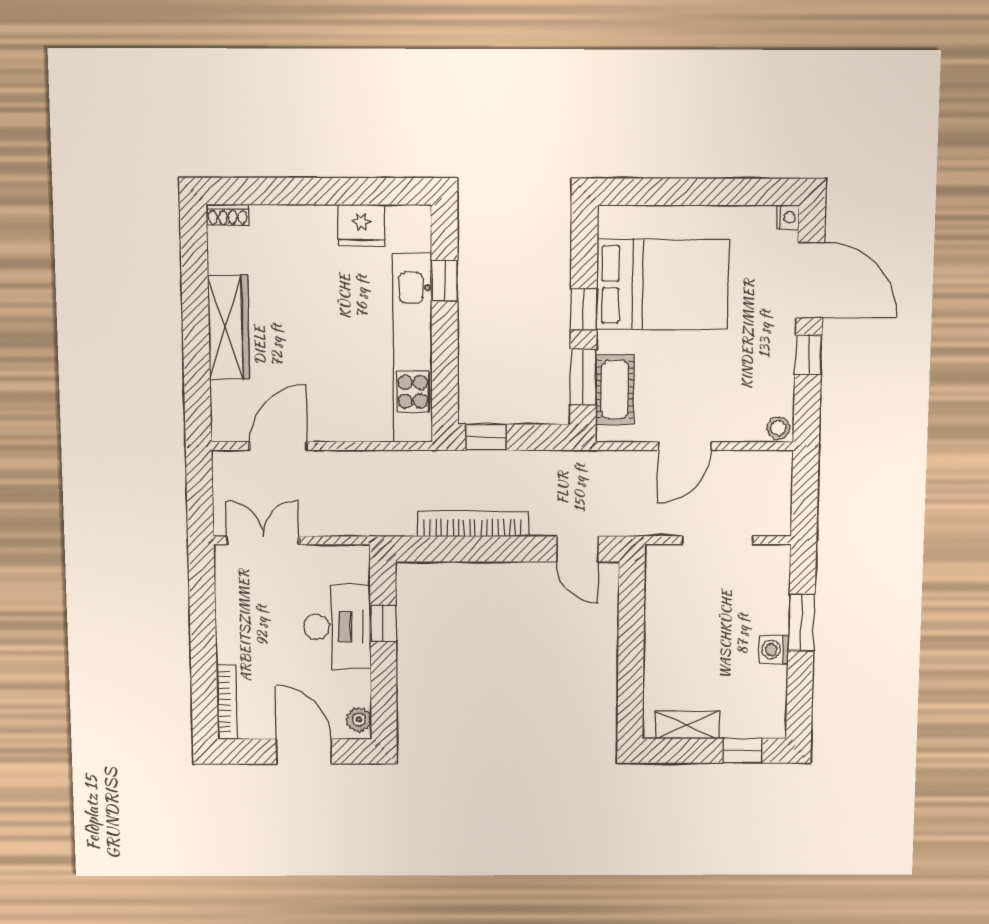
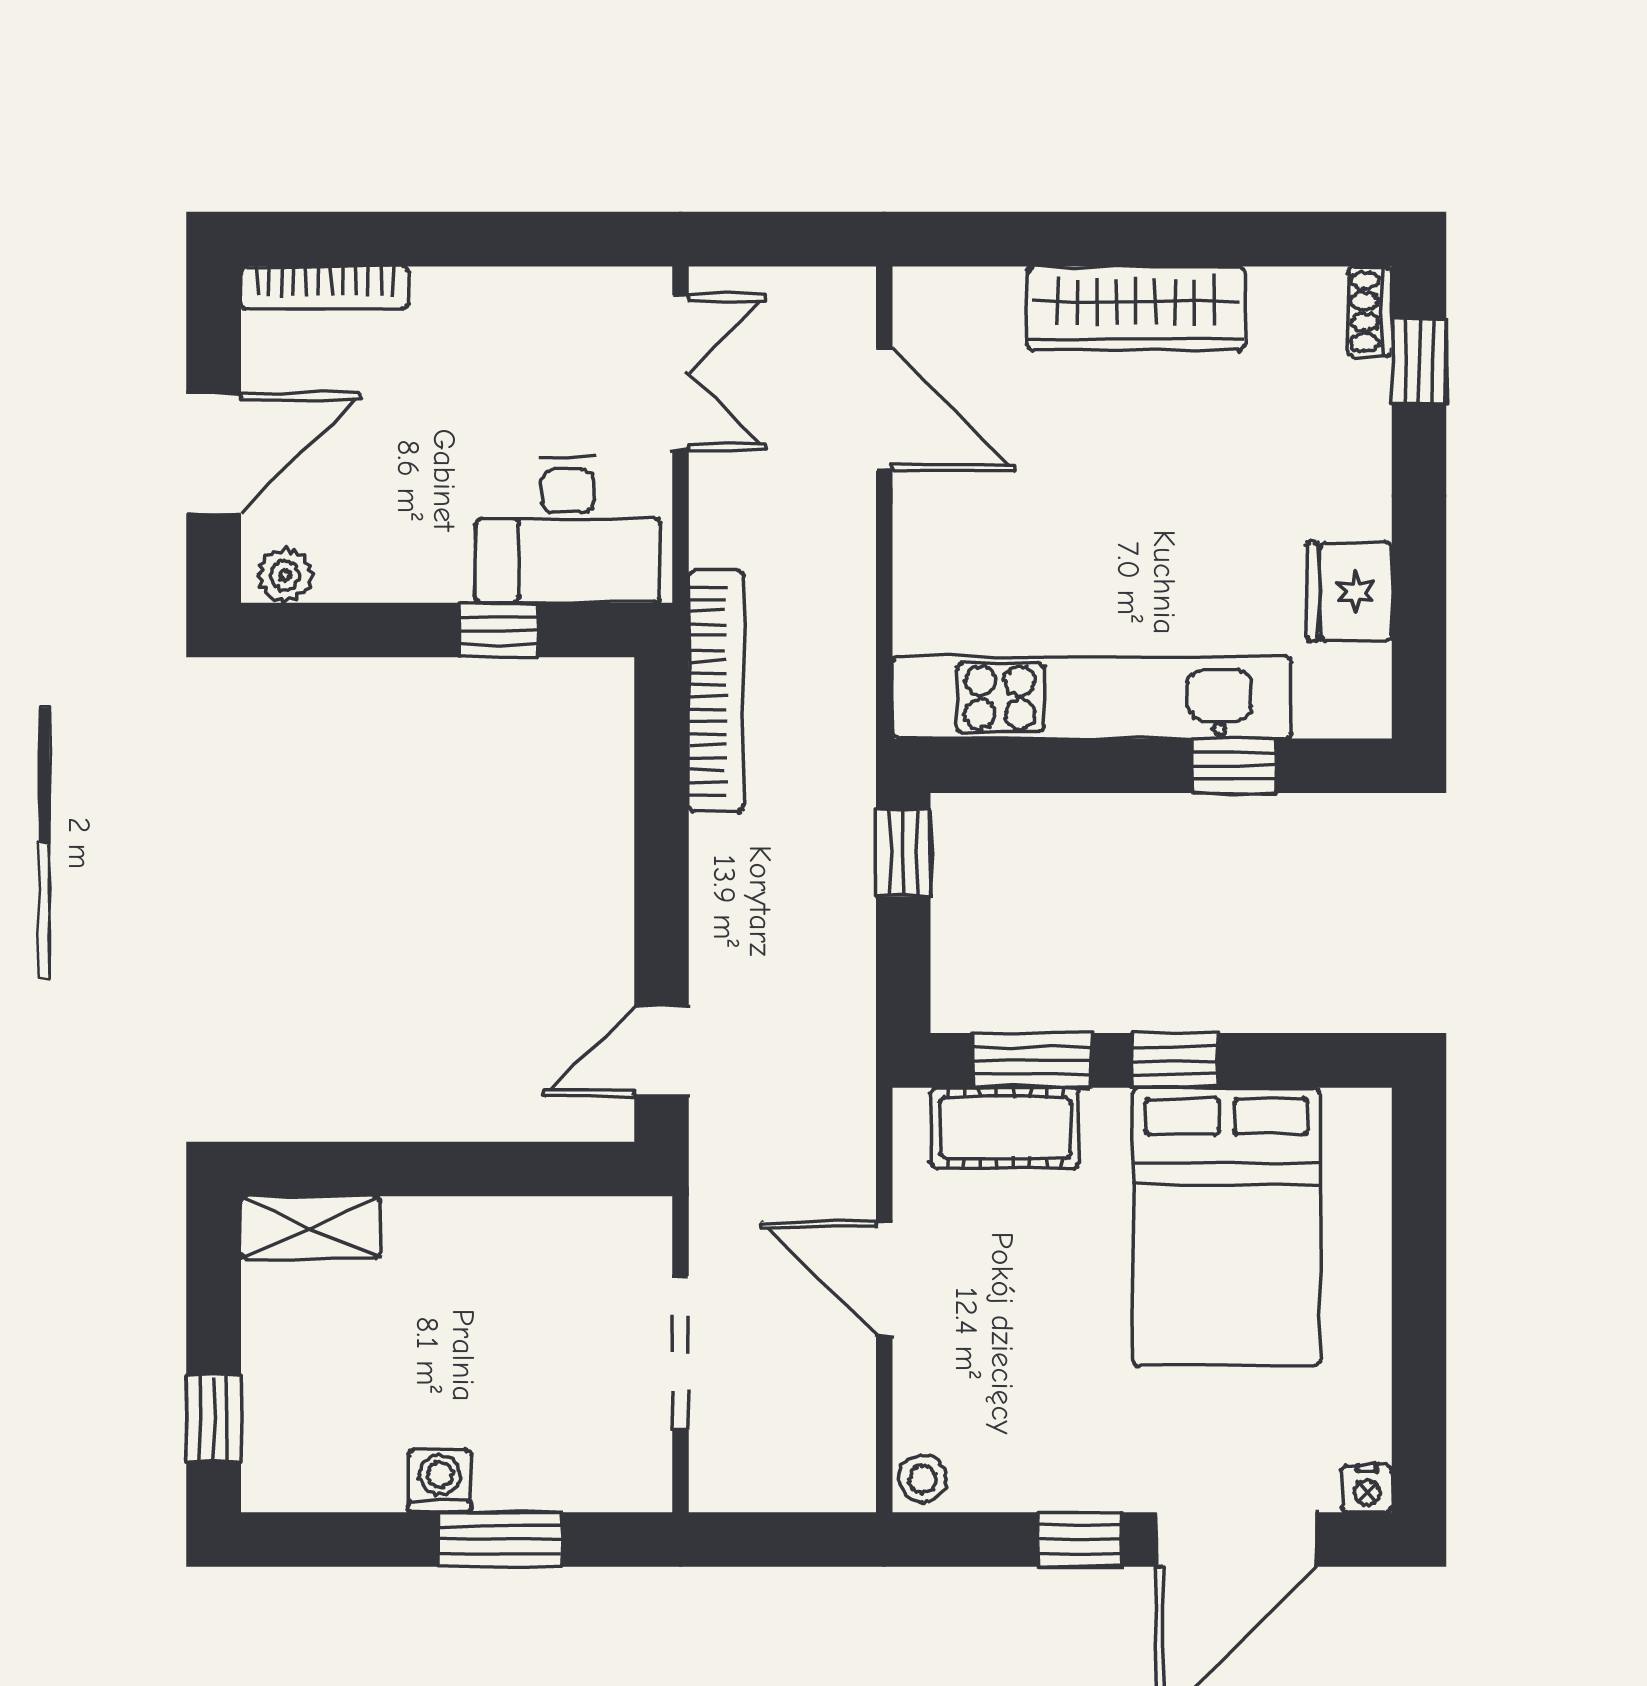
window: (251, 191) -> (1419, 361), added
bookcase: (473, 524) -> (716, 691), moved
desk: (337, 627) -> (568, 530), moved
shelving: (687, 725) -> (311, 1228), moved, turned 90

